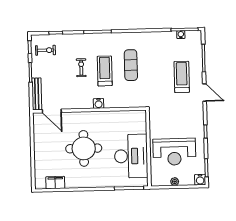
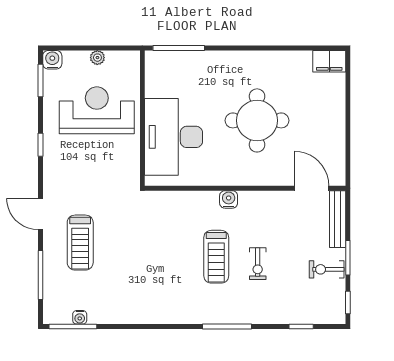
exercise bike: (45, 50) -> (327, 269), moved
exercise mat: (131, 65) -> (170, 266), removed
desk: (131, 156) -> (174, 137), moved
filing cabinet: (55, 183) -> (329, 61), moved

